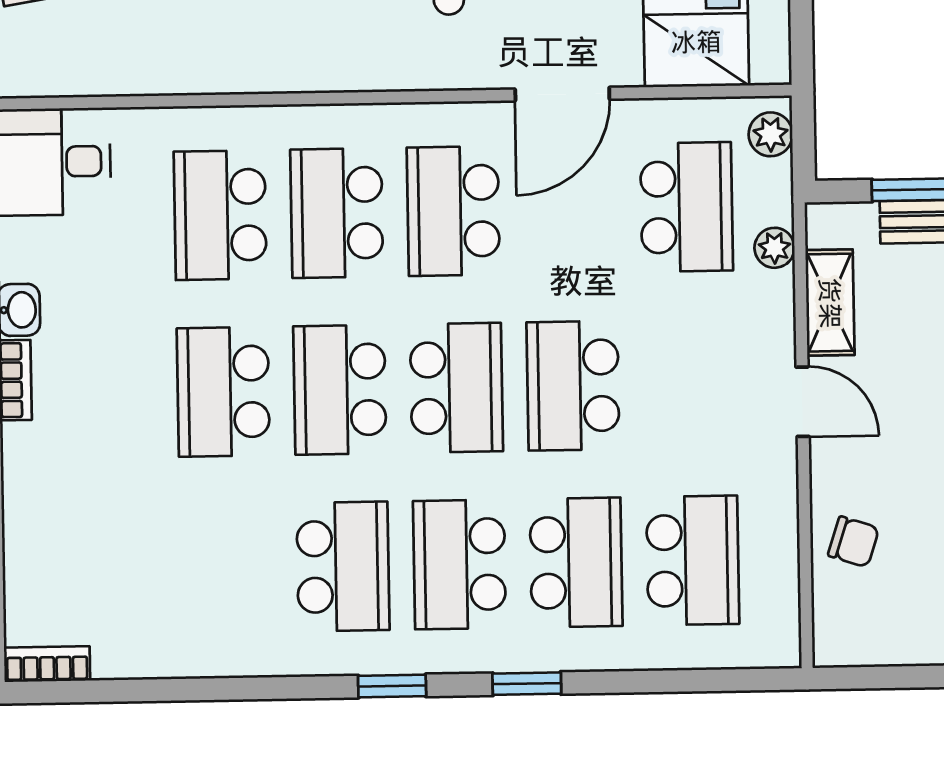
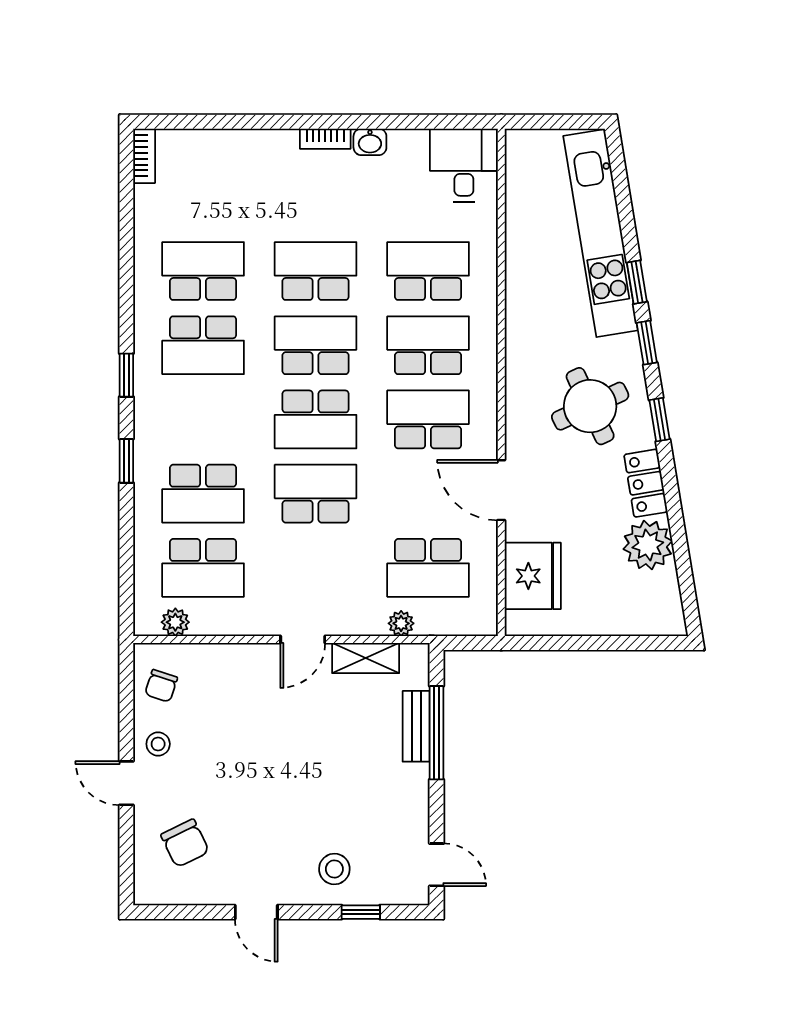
plant: (771, 134) -> (175, 622), moved
chair: (854, 542) -> (161, 686), moved
school desk: (460, 564) -> (203, 271), moved

